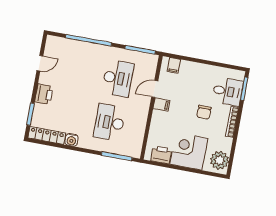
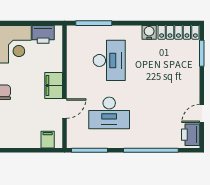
desk: (118, 78) -> (109, 113), turned -90
printer: (44, 94) -> (191, 135), moved
filing cabinet: (161, 104) -> (54, 86), width x2.00

